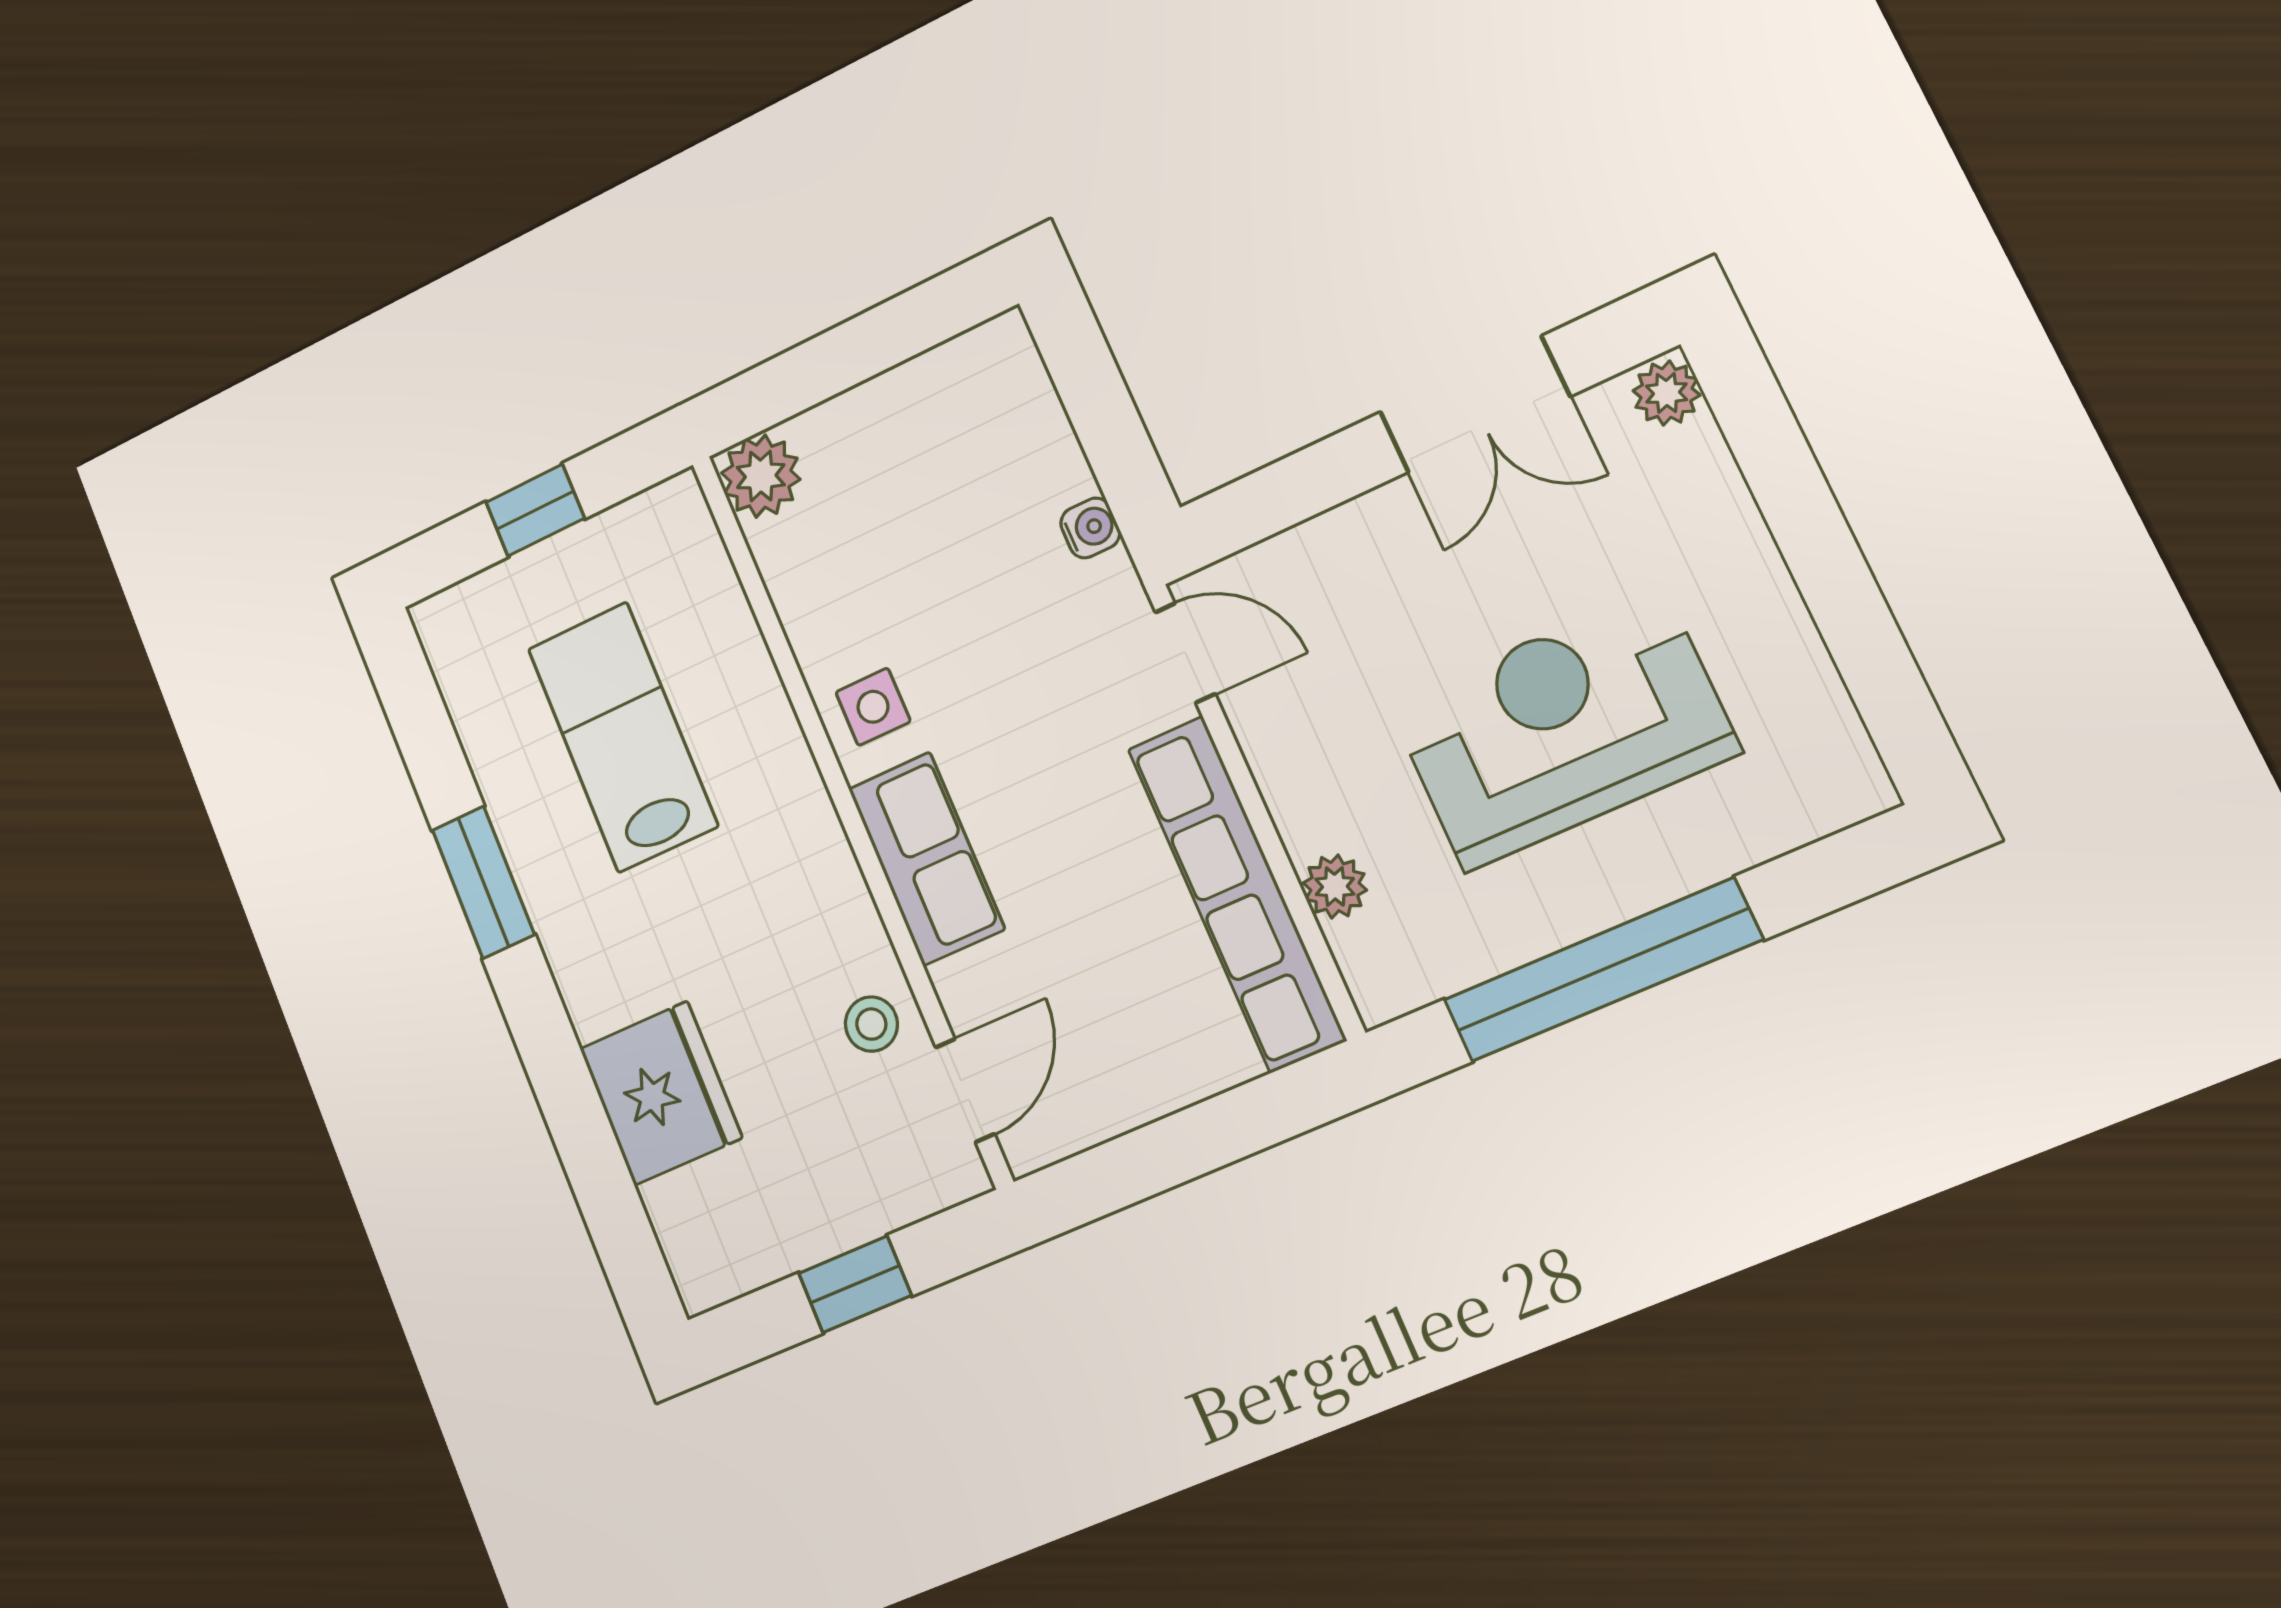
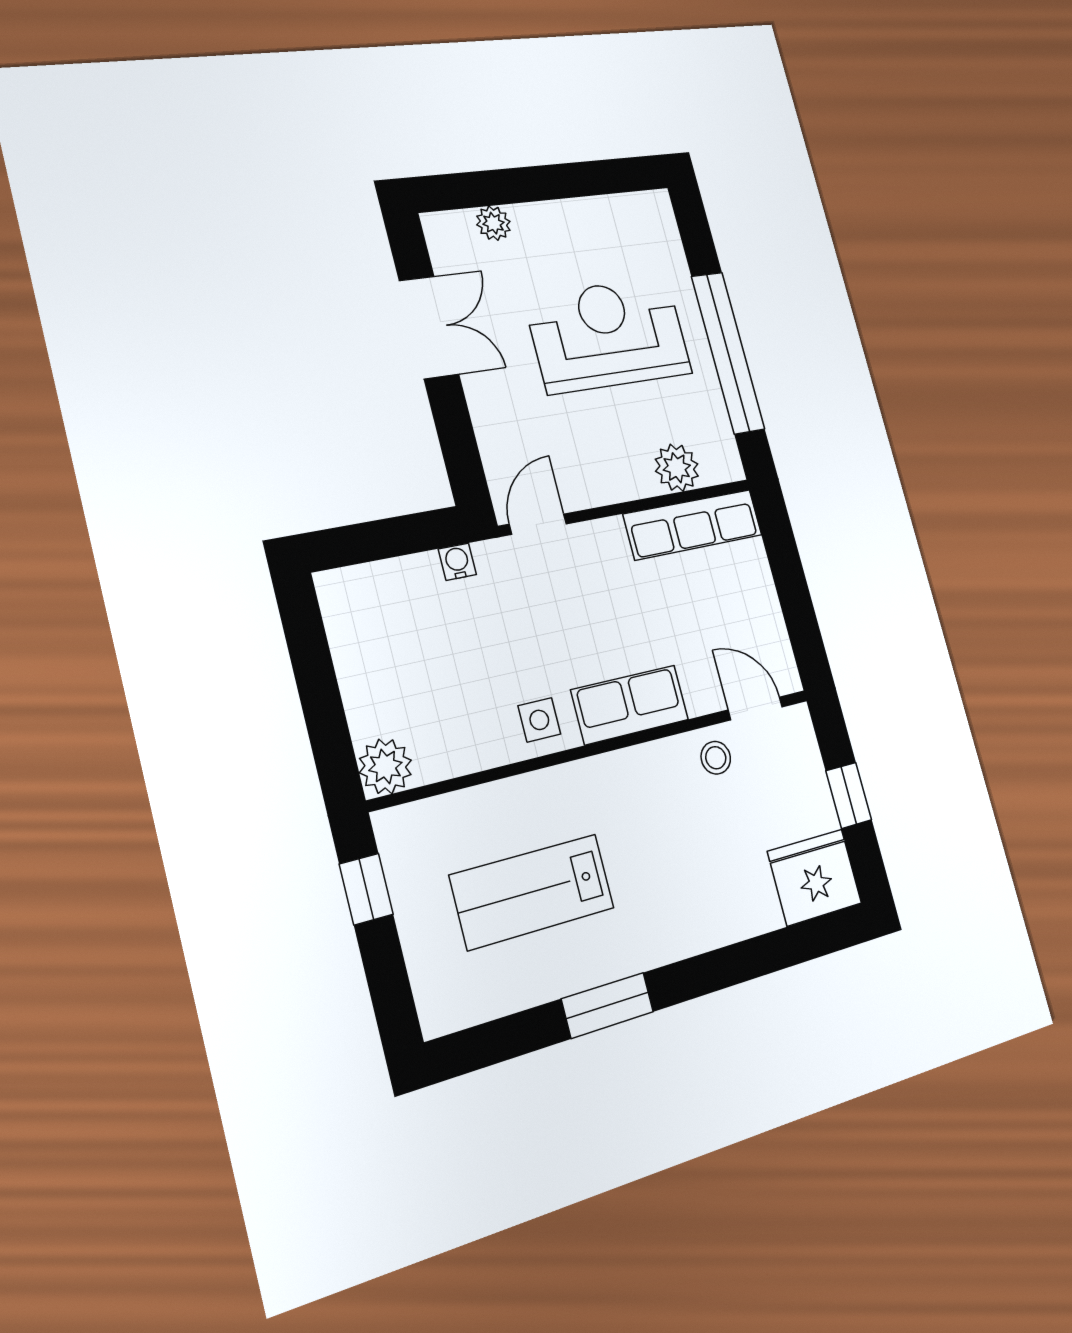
plant: (1667, 393) -> (493, 223), moved
window: (535, 510) -> (366, 889), moved
reception desk: (1563, 728) -> (608, 335), turned 90
plant: (1335, 887) -> (677, 468), width x1.38, depth x1.38
row of seats: (1236, 893) -> (693, 525), width x0.73
fridge: (661, 1093) -> (815, 877), moved

